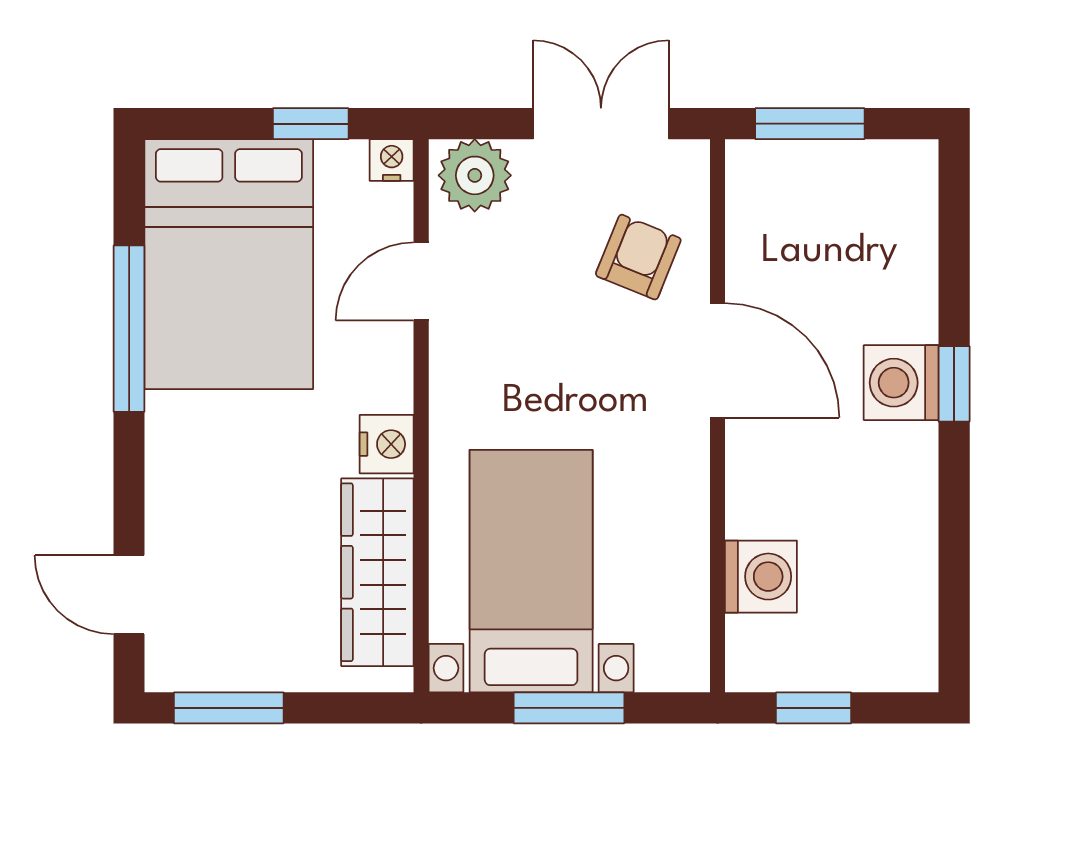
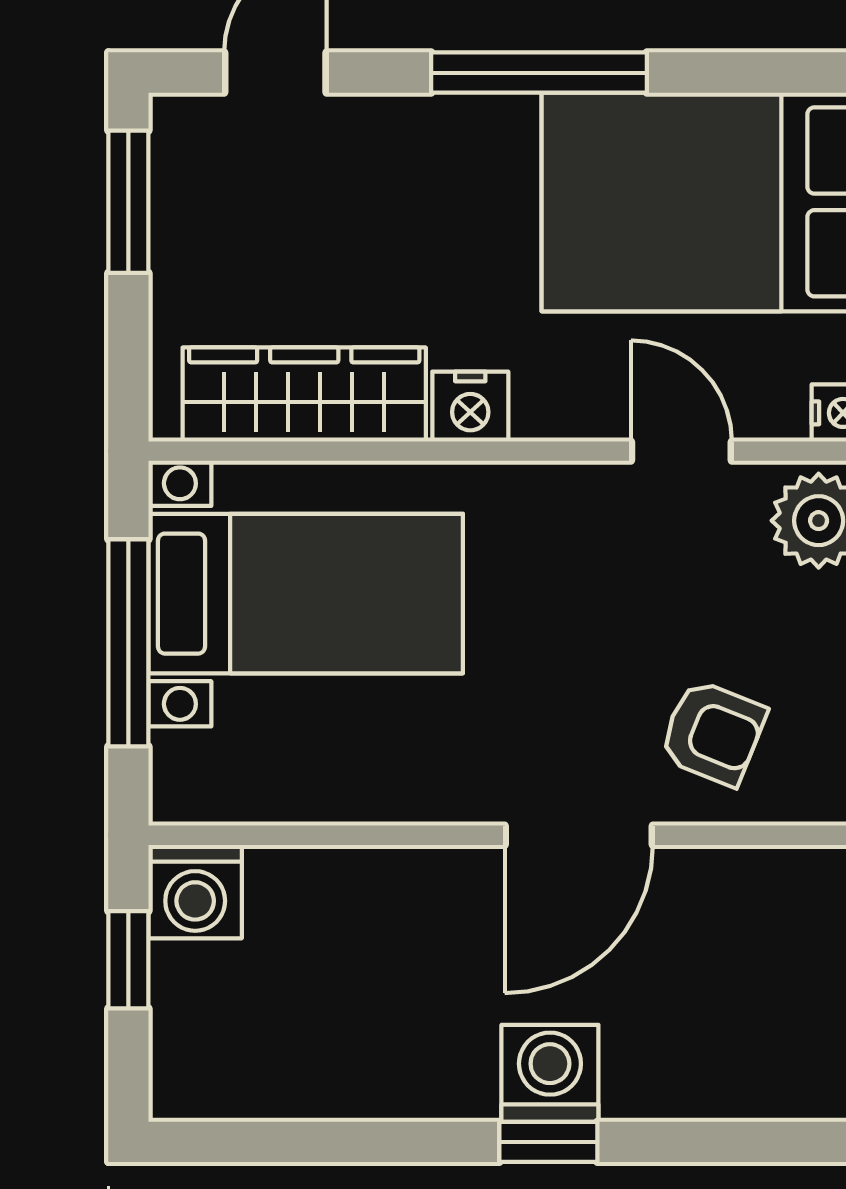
window: (129, 329) -> (539, 73), moved
washing machine: (761, 577) -> (195, 892), moved
window: (569, 708) -> (128, 643), width x1.44

